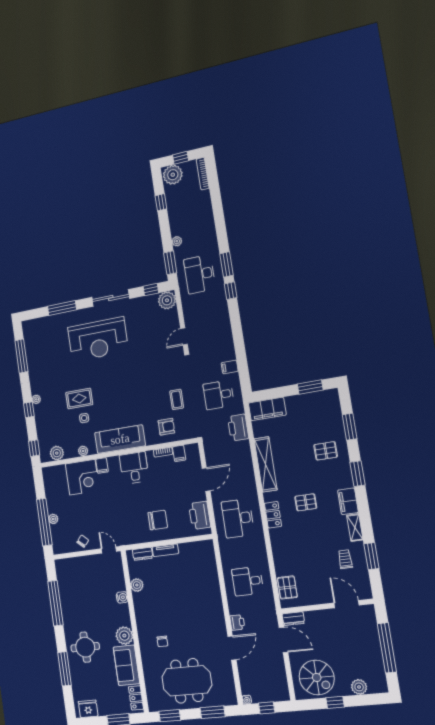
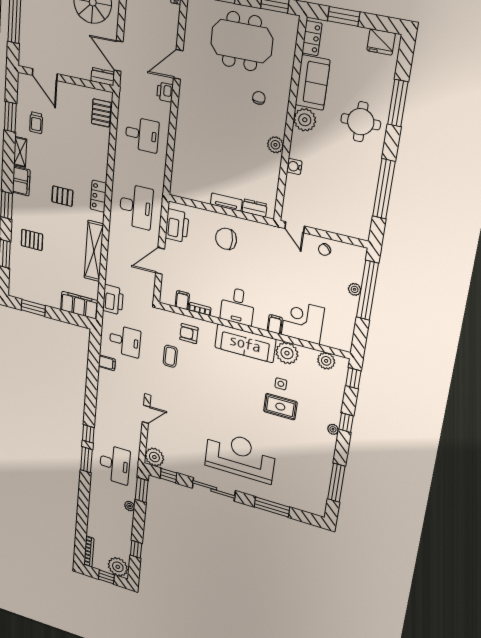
plant: (83, 451) -> (287, 353), width x1.88, depth x1.88
plant: (137, 585) -> (275, 145), moved

